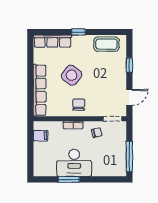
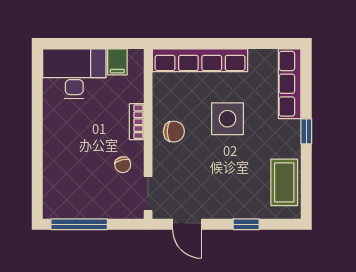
side table: (72, 75) -> (227, 119), turned -38
desk: (74, 163) -> (74, 74), moved, turned 90
window: (69, 179) -> (37, 113), removed

